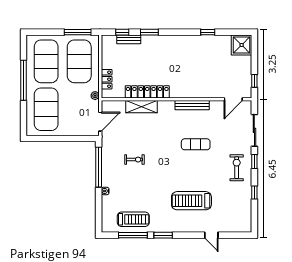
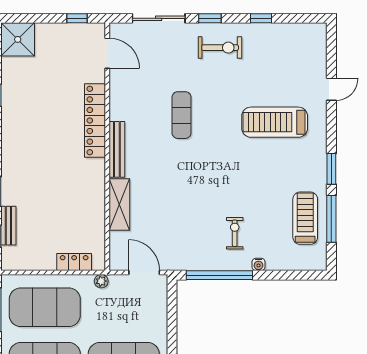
locker: (147, 92) -> (95, 121), moved
bench: (192, 105) -> (117, 149), moved
exercise bike: (134, 160) -> (235, 233), moved
exercise bike: (237, 168) -> (220, 48), turned 180
treadmill: (191, 201) -> (275, 122), turned 90

